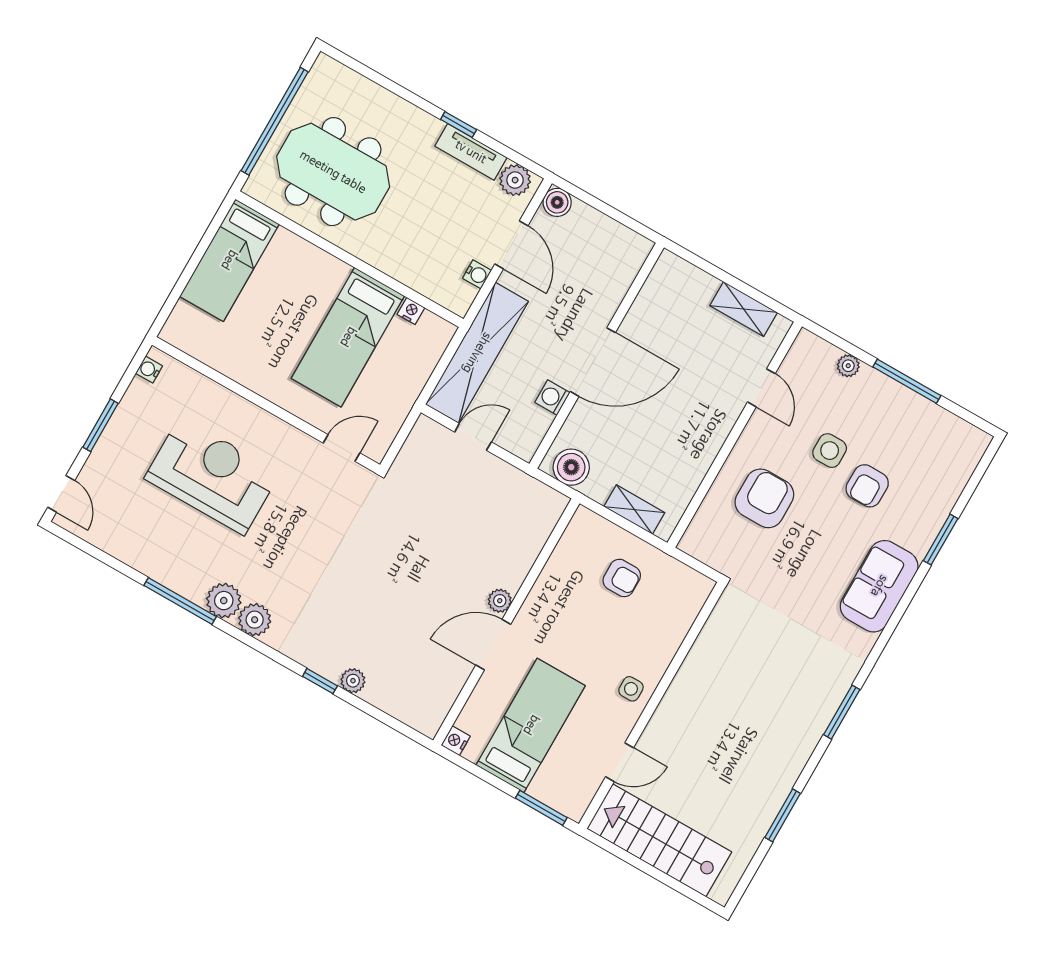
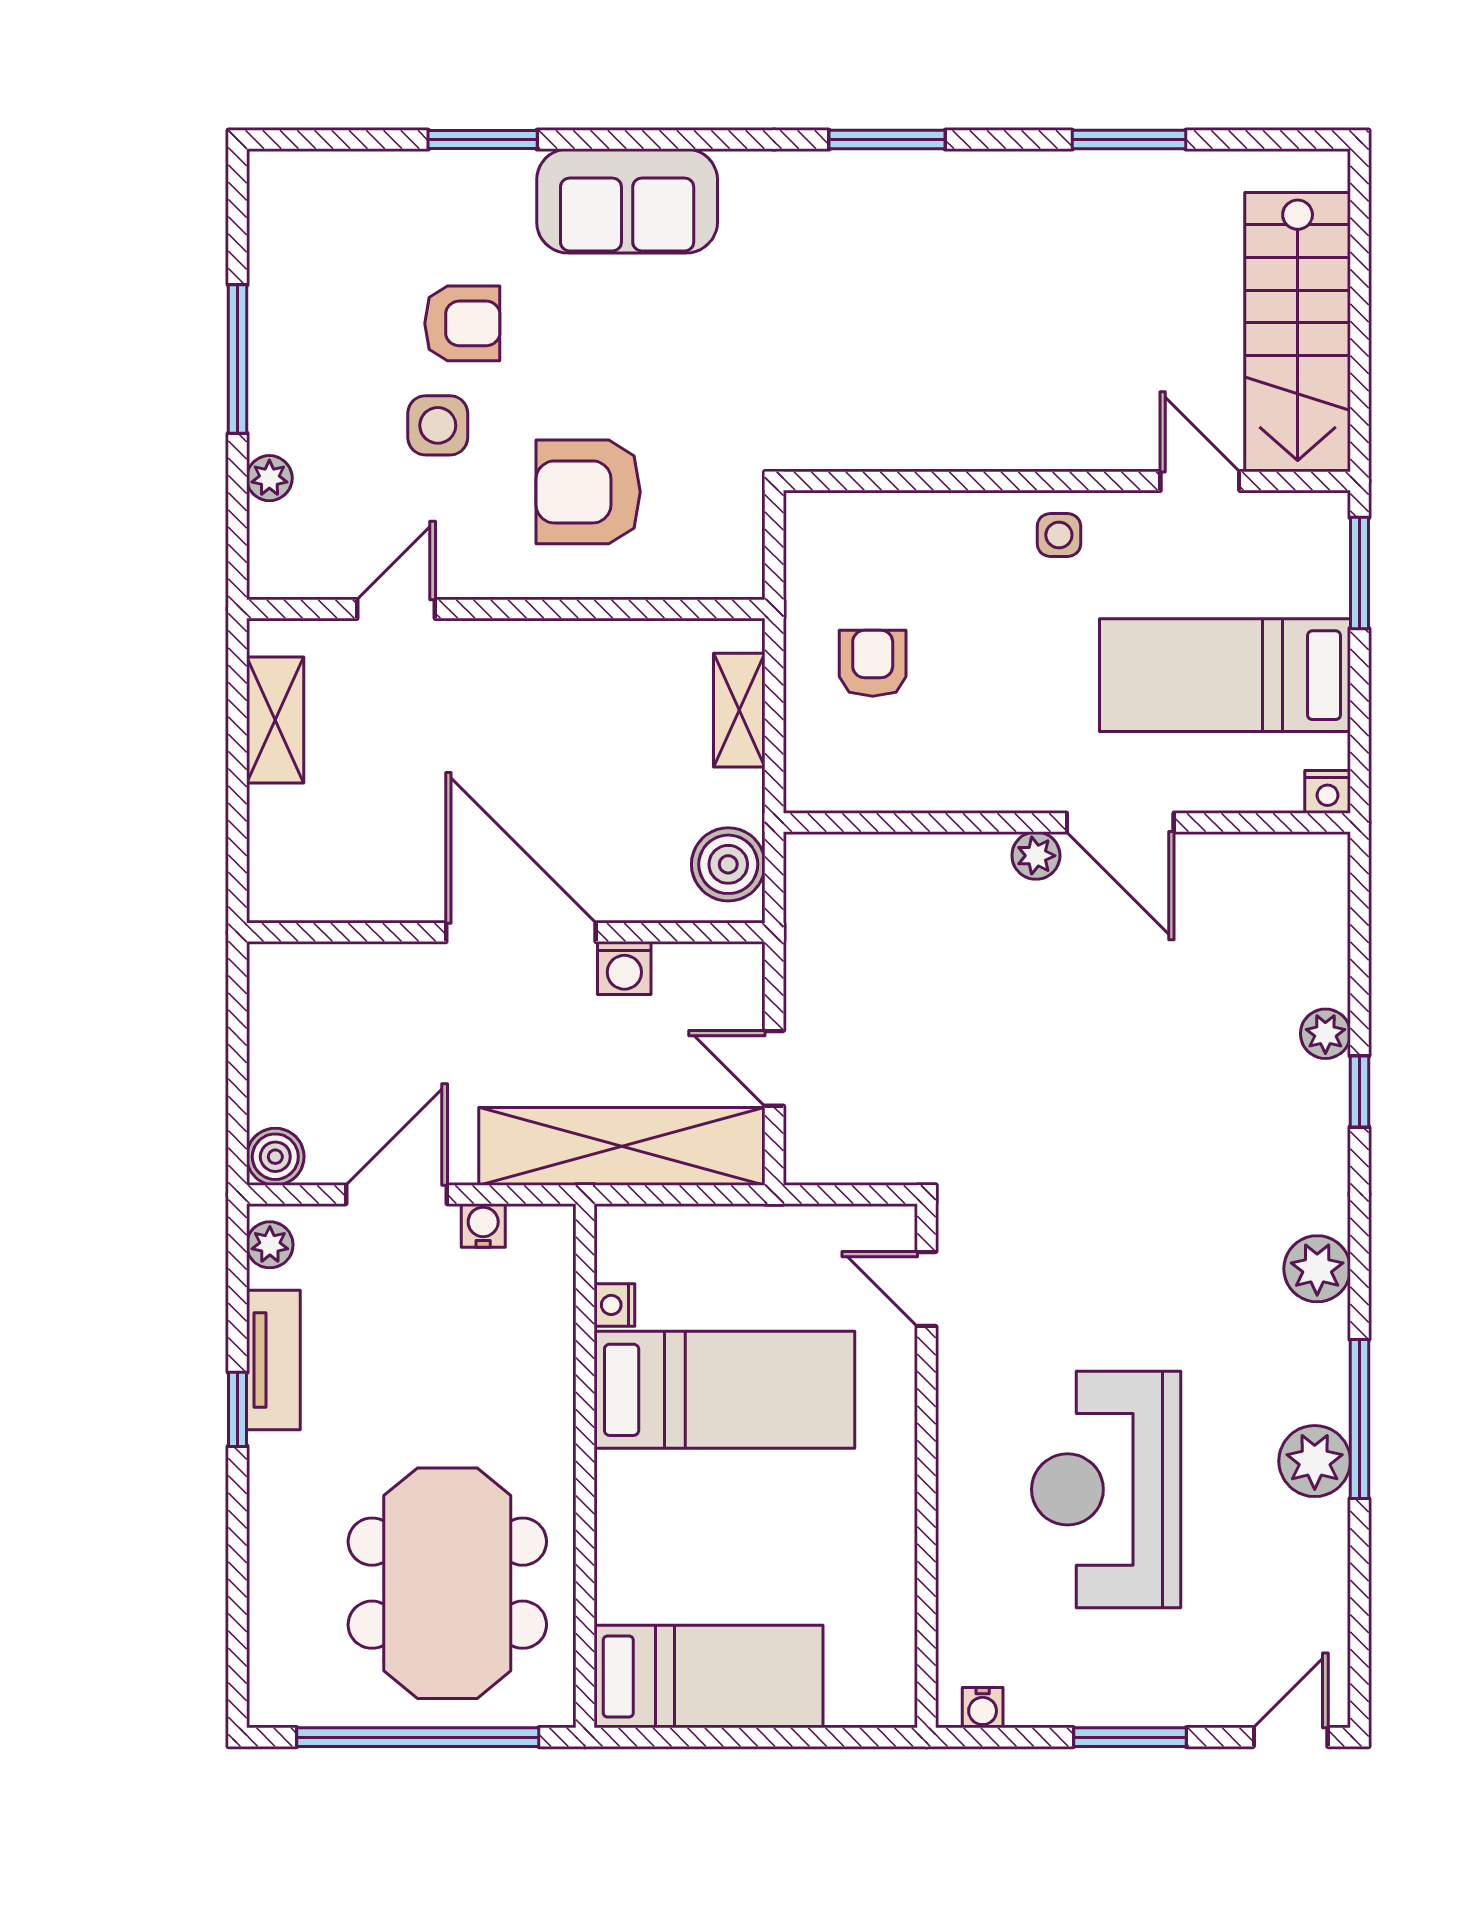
plant: (515, 180) -> (270, 1245), width x0.73, depth x0.73
plant: (224, 601) -> (1315, 1461), moved

